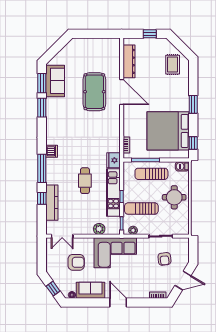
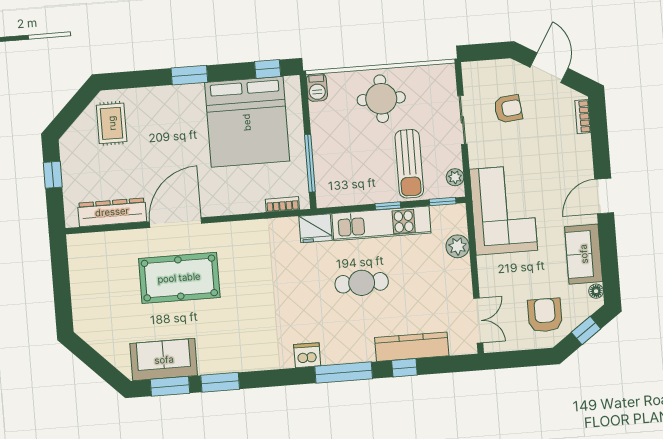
rug: (173, 65) -> (112, 123), turned 90
sun lounger: (151, 174) -> (337, 149), removed
armchair: (76, 262) -> (545, 315), moved

